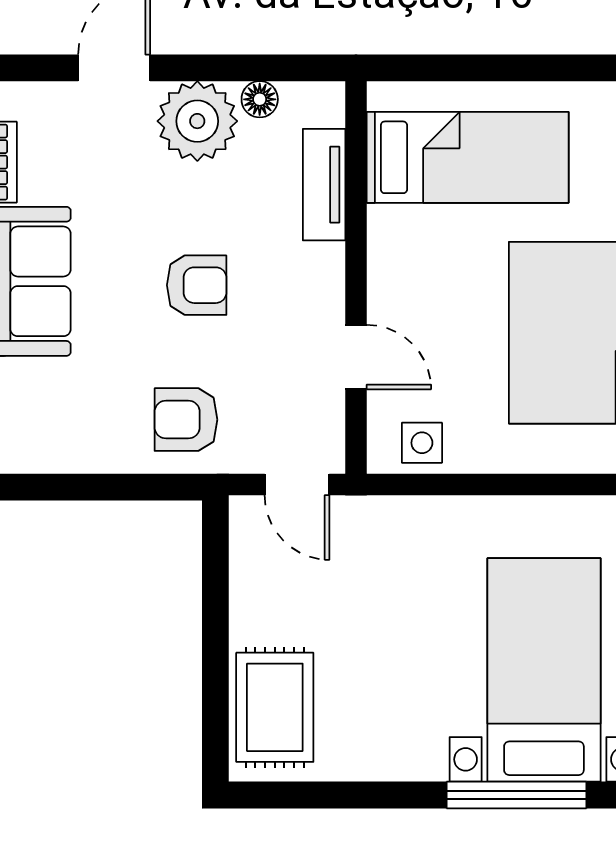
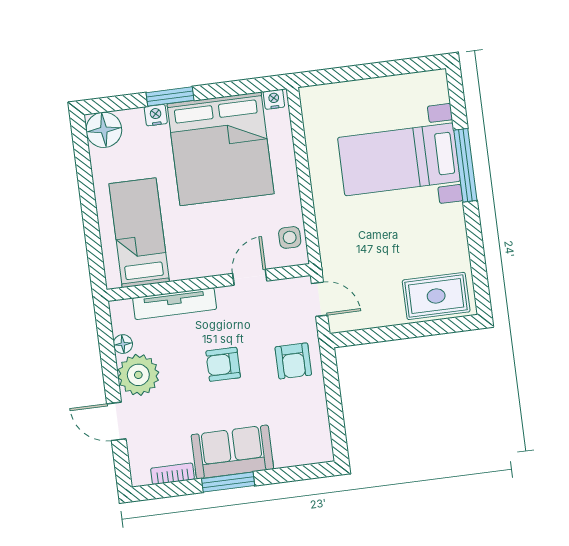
tv unit: (324, 185) -> (175, 304), width x1.41
armchair: (197, 285) -> (223, 364), turned -90
door: (297, 484) -> (319, 299), hinge flipped

